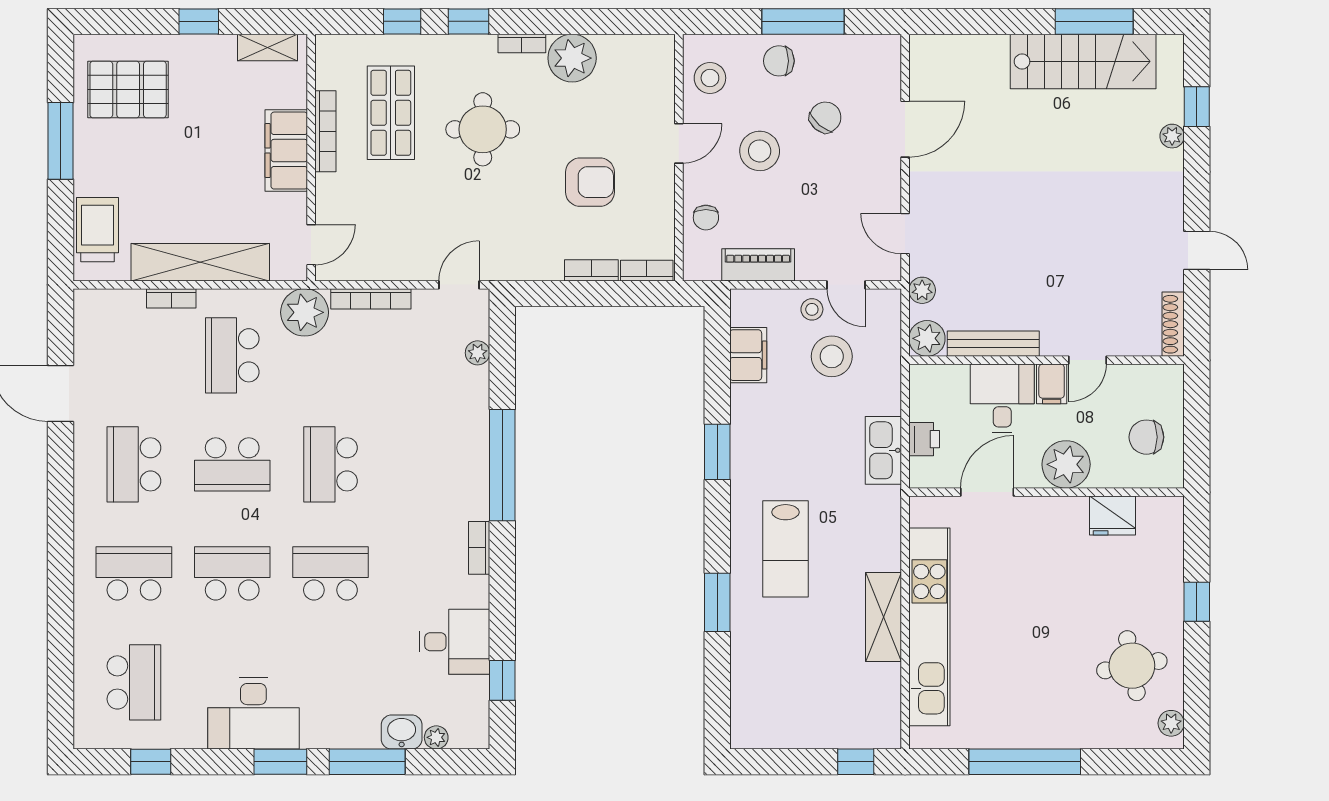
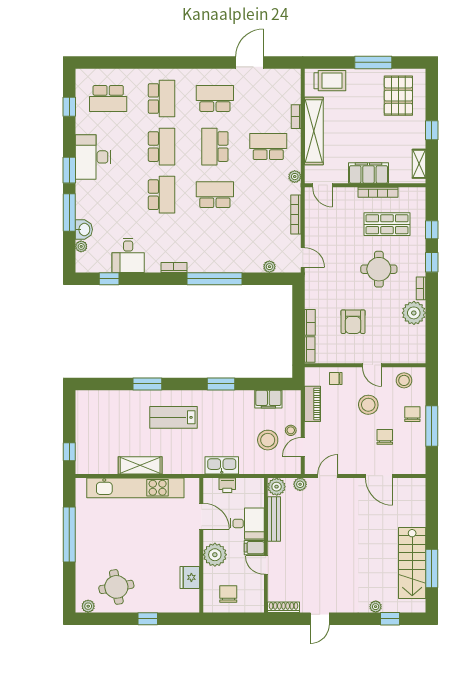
chair: (825, 117) -> (385, 437), turned -131
plant: (305, 312) -> (295, 177), width x0.53, depth x0.53

